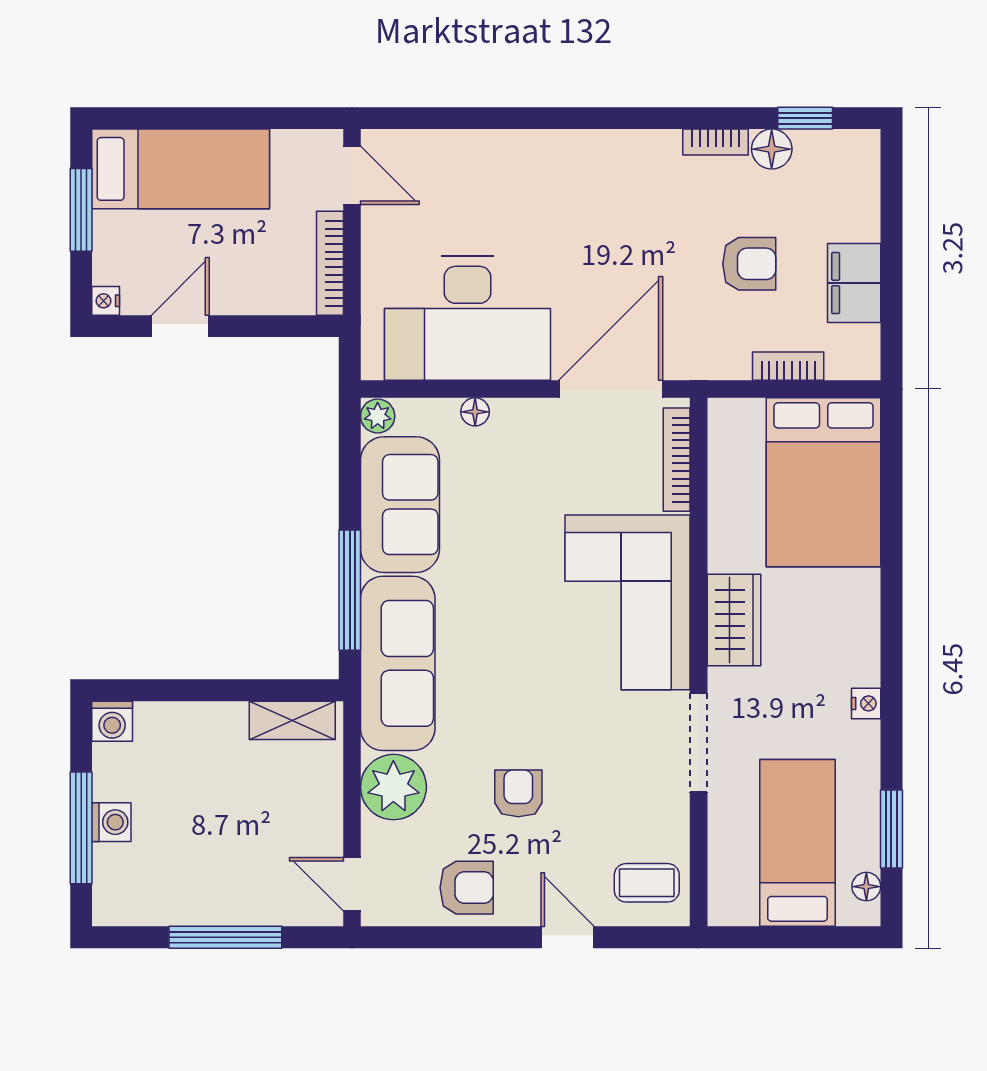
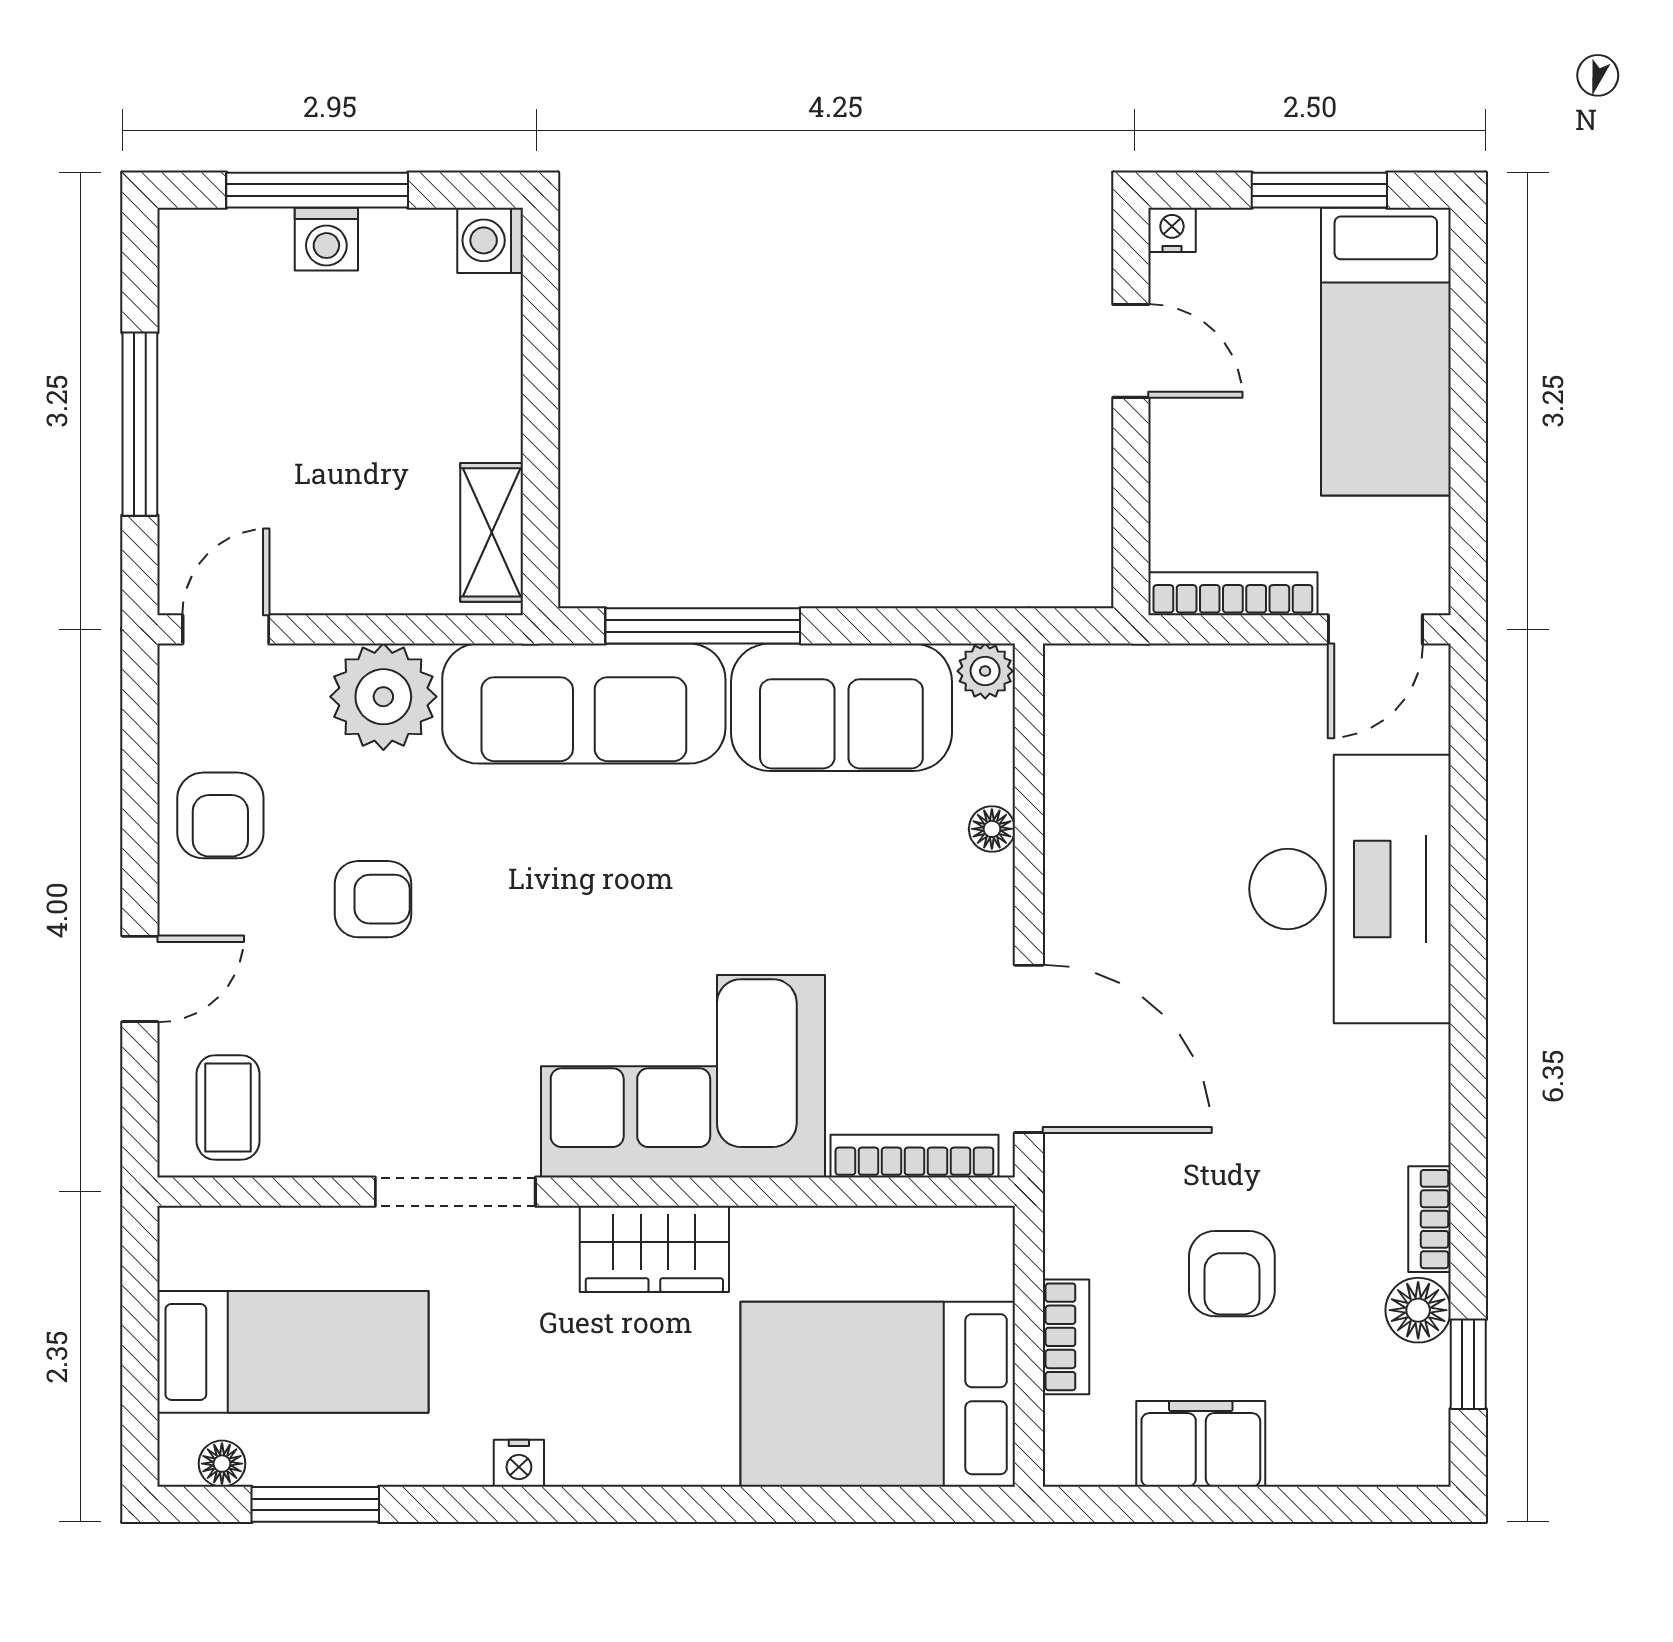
desk: (468, 318) -> (1350, 889), moved, turned 180

